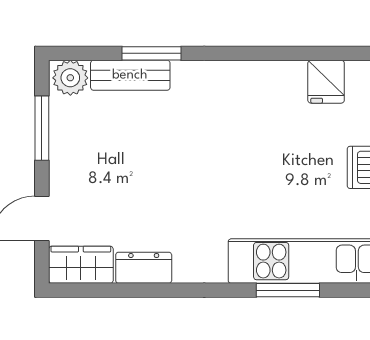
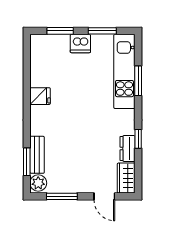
window: (152, 53) -> (27, 162), moved
fridge: (326, 82) -> (40, 96), moved
window: (164, 290) -> (138, 139), added

